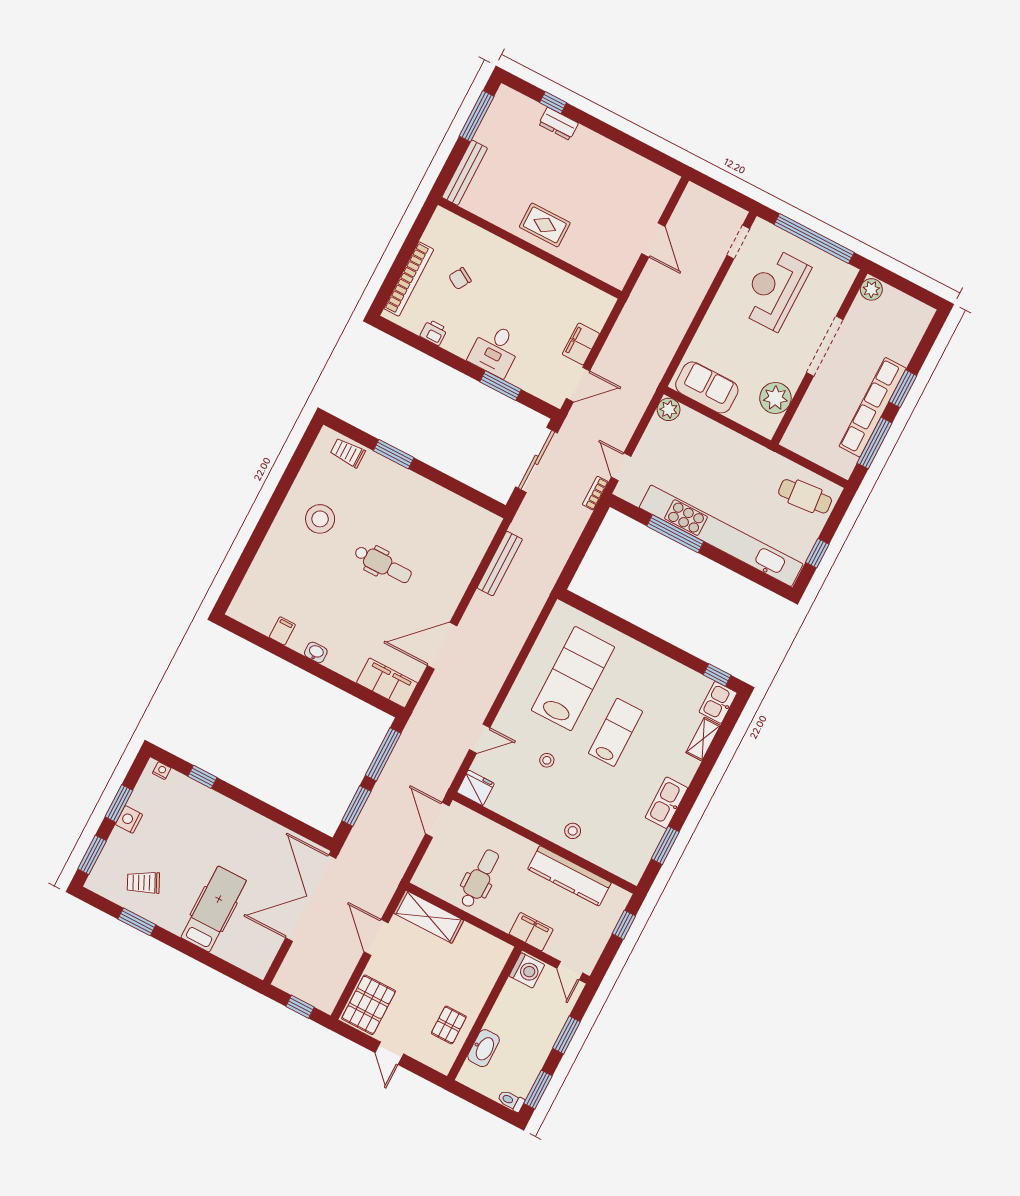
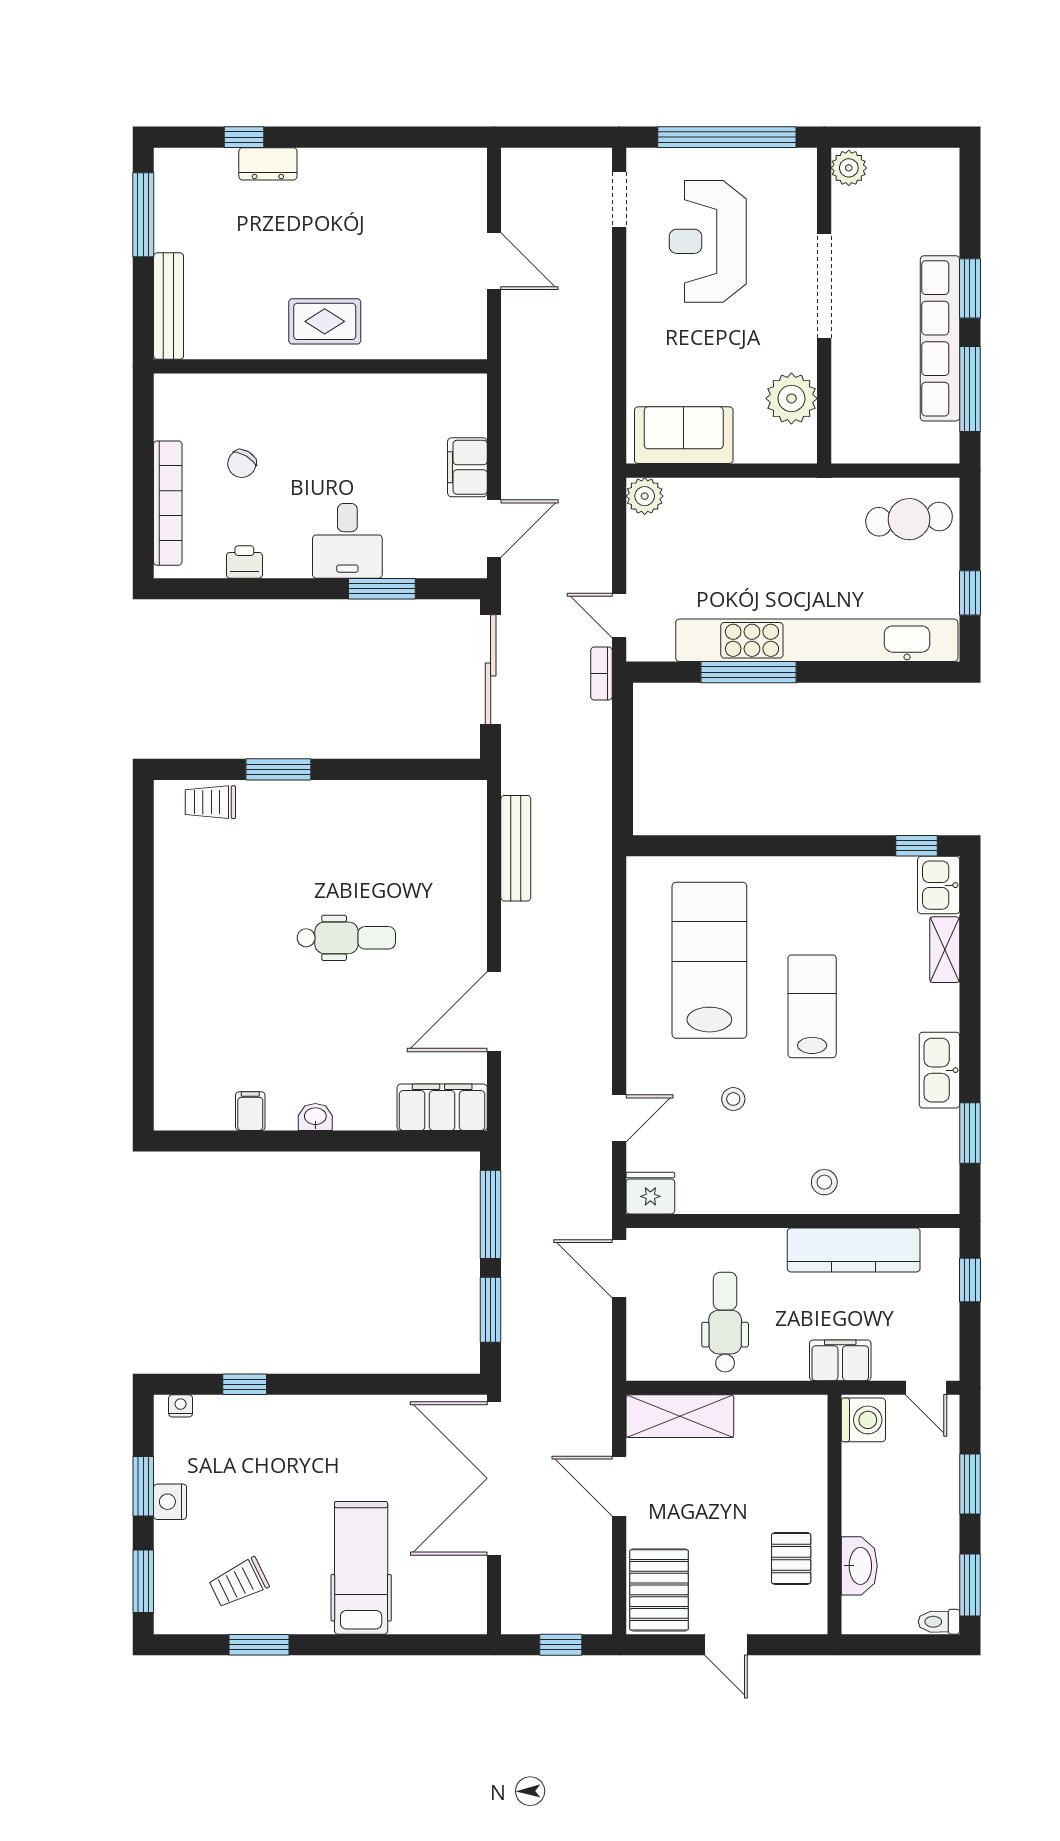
stool: (320, 519) -> (220, 920), removed

